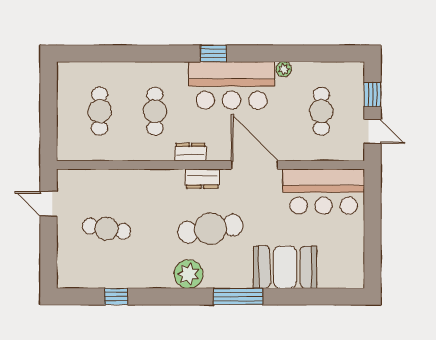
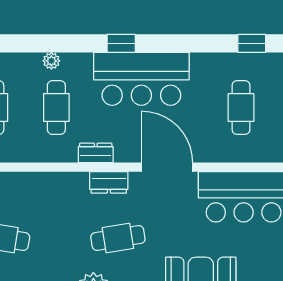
window: (331, 53) -> (252, 43), added
plant: (284, 69) -> (51, 61), moved
cafe table: (210, 229) -> (118, 238), width x0.73, depth x0.74

